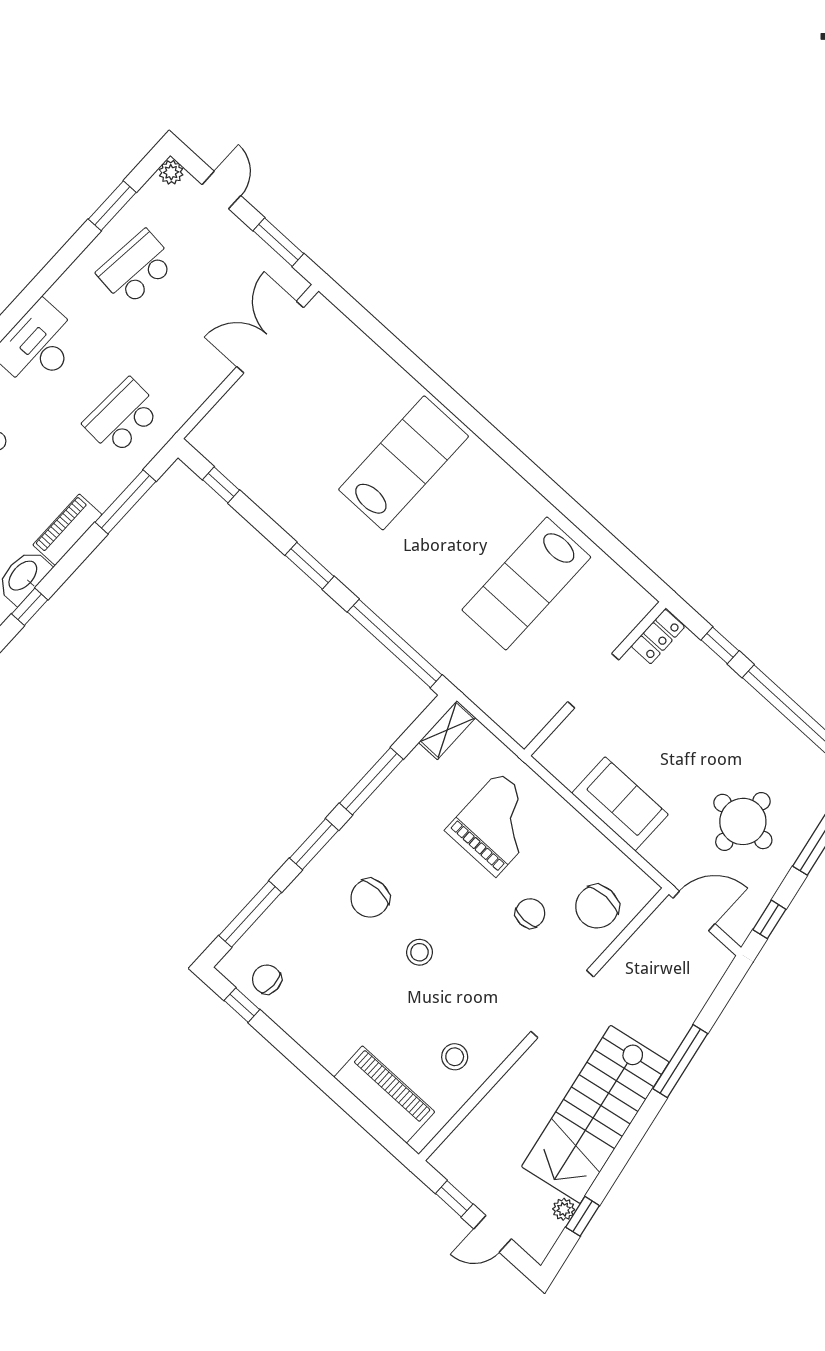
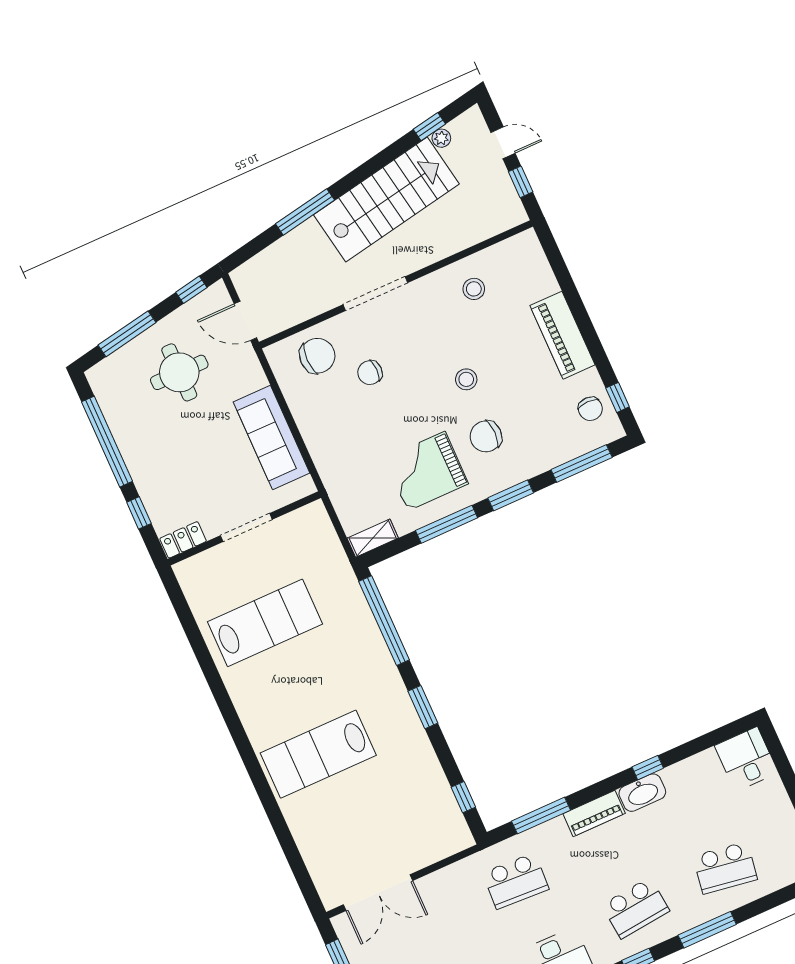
sofa: (620, 804) -> (272, 438), width x1.36
grand piano: (497, 824) -> (426, 471), moved
chair: (370, 898) -> (486, 436), turned 180
piano: (384, 1094) -> (562, 335), moved

